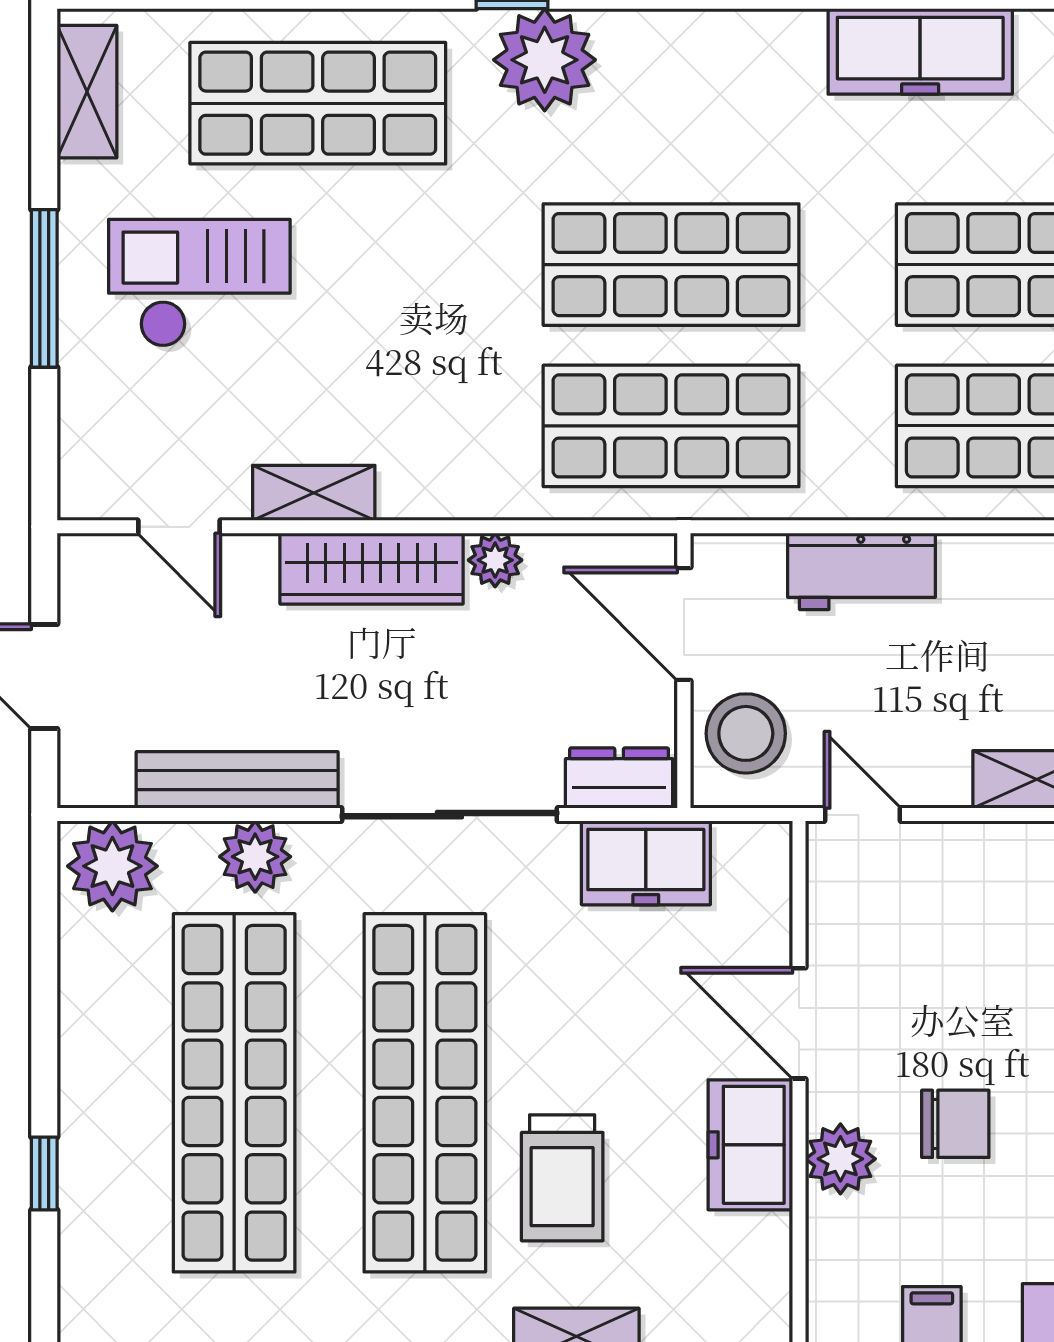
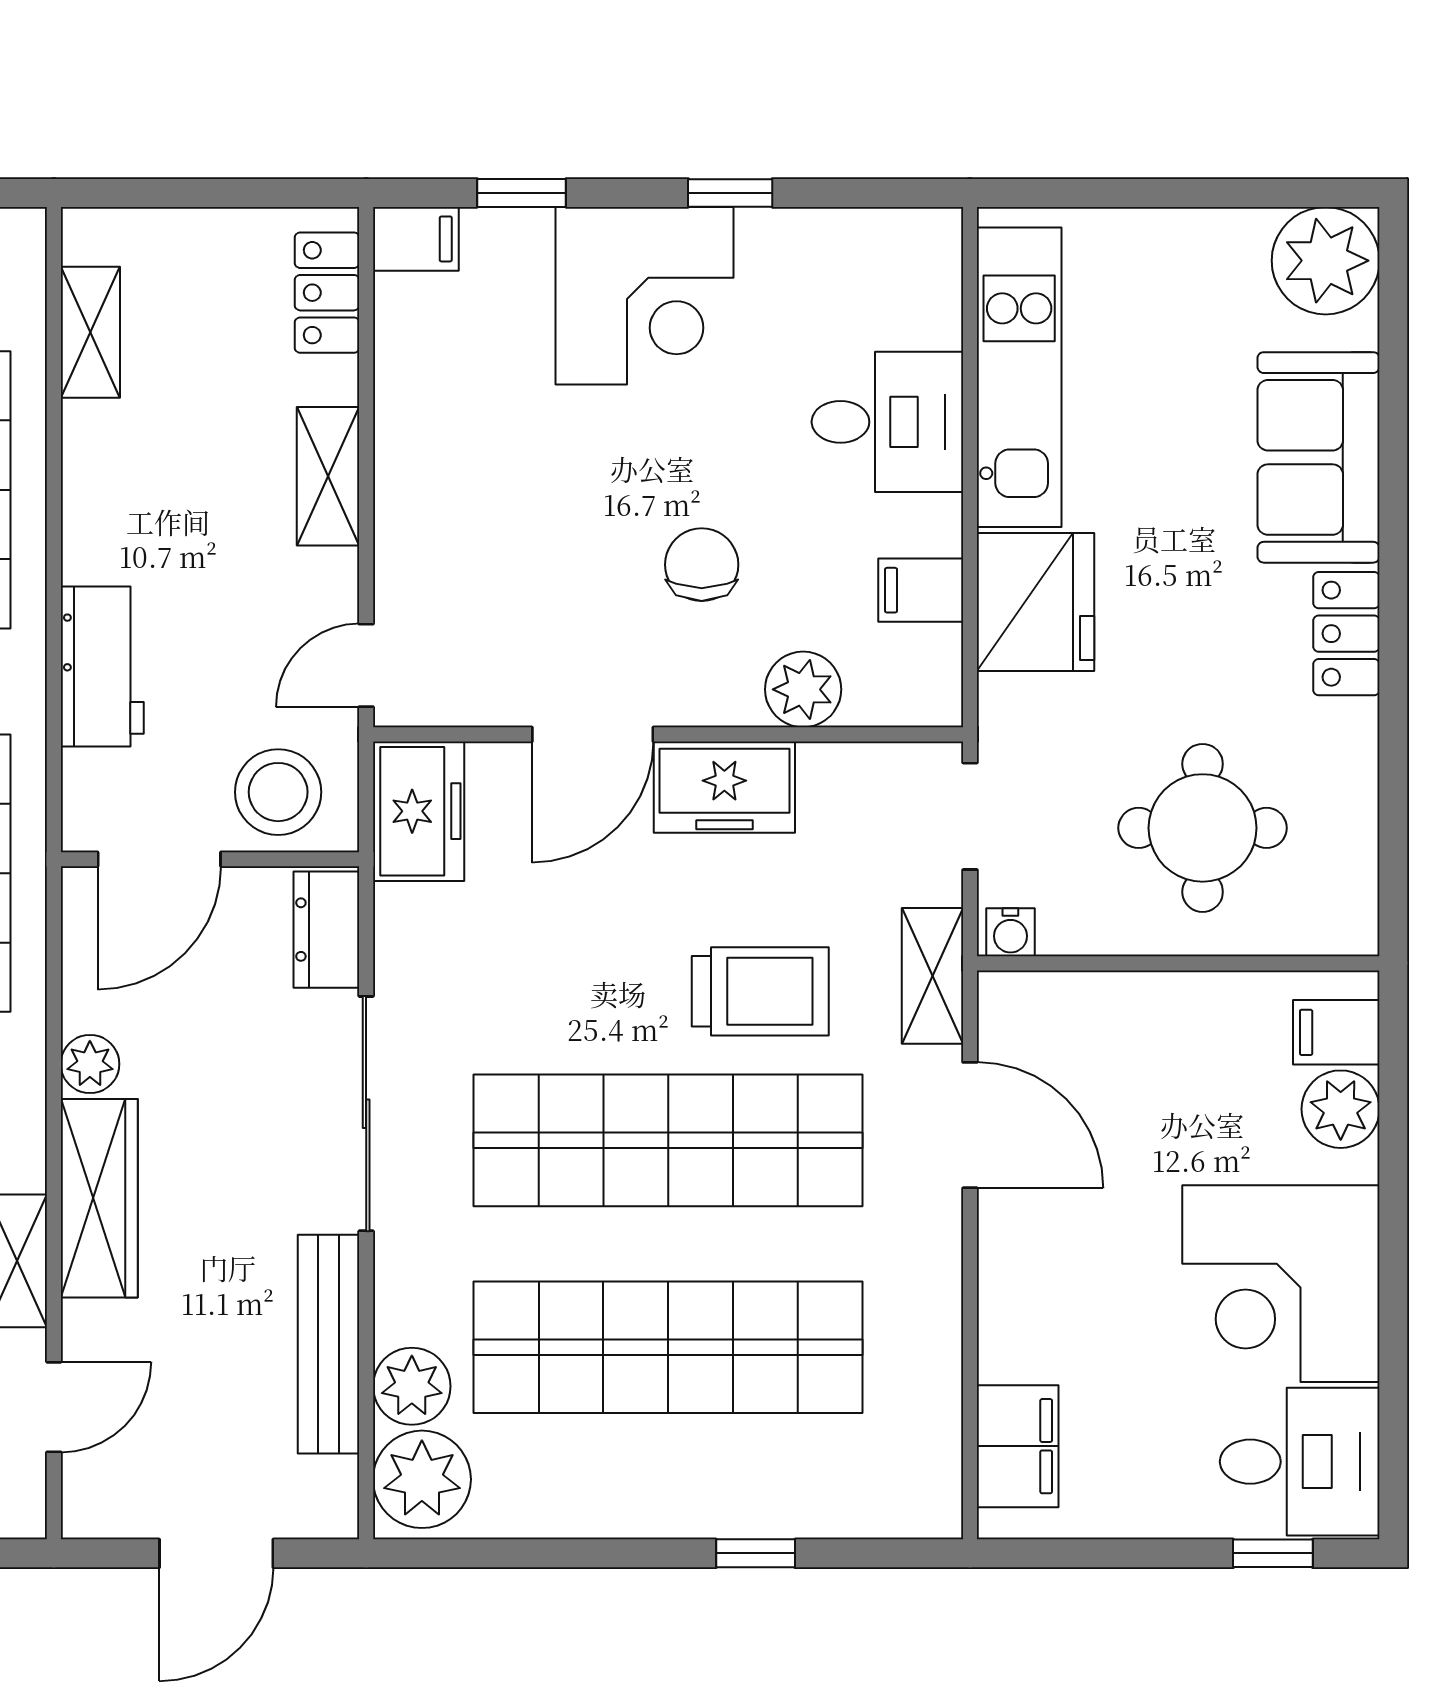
plant: (255, 857) -> (412, 1386), moved
freezer: (646, 863) -> (419, 811), moved
plant: (840, 1159) -> (803, 689), moved

